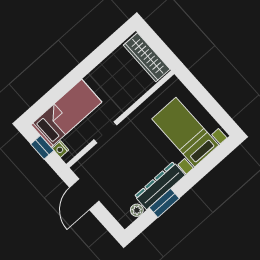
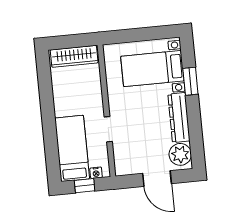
door: (84, 194) -> (157, 179), moved
window: (164, 203) -> (190, 81), moved
plant: (137, 210) -> (180, 154), width x1.87, depth x1.87

